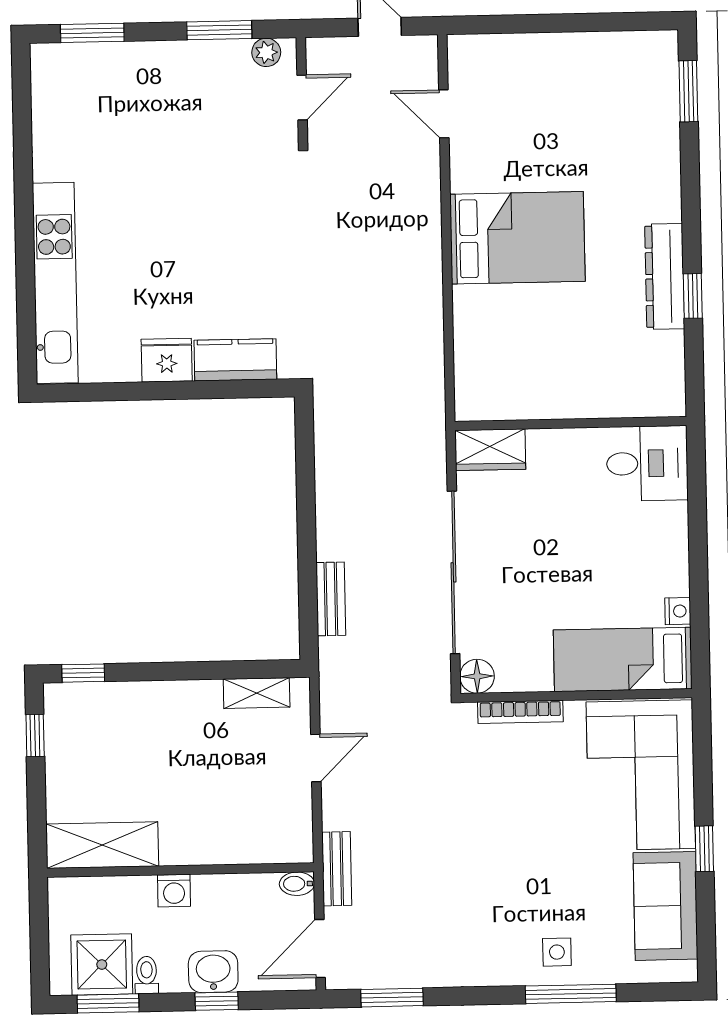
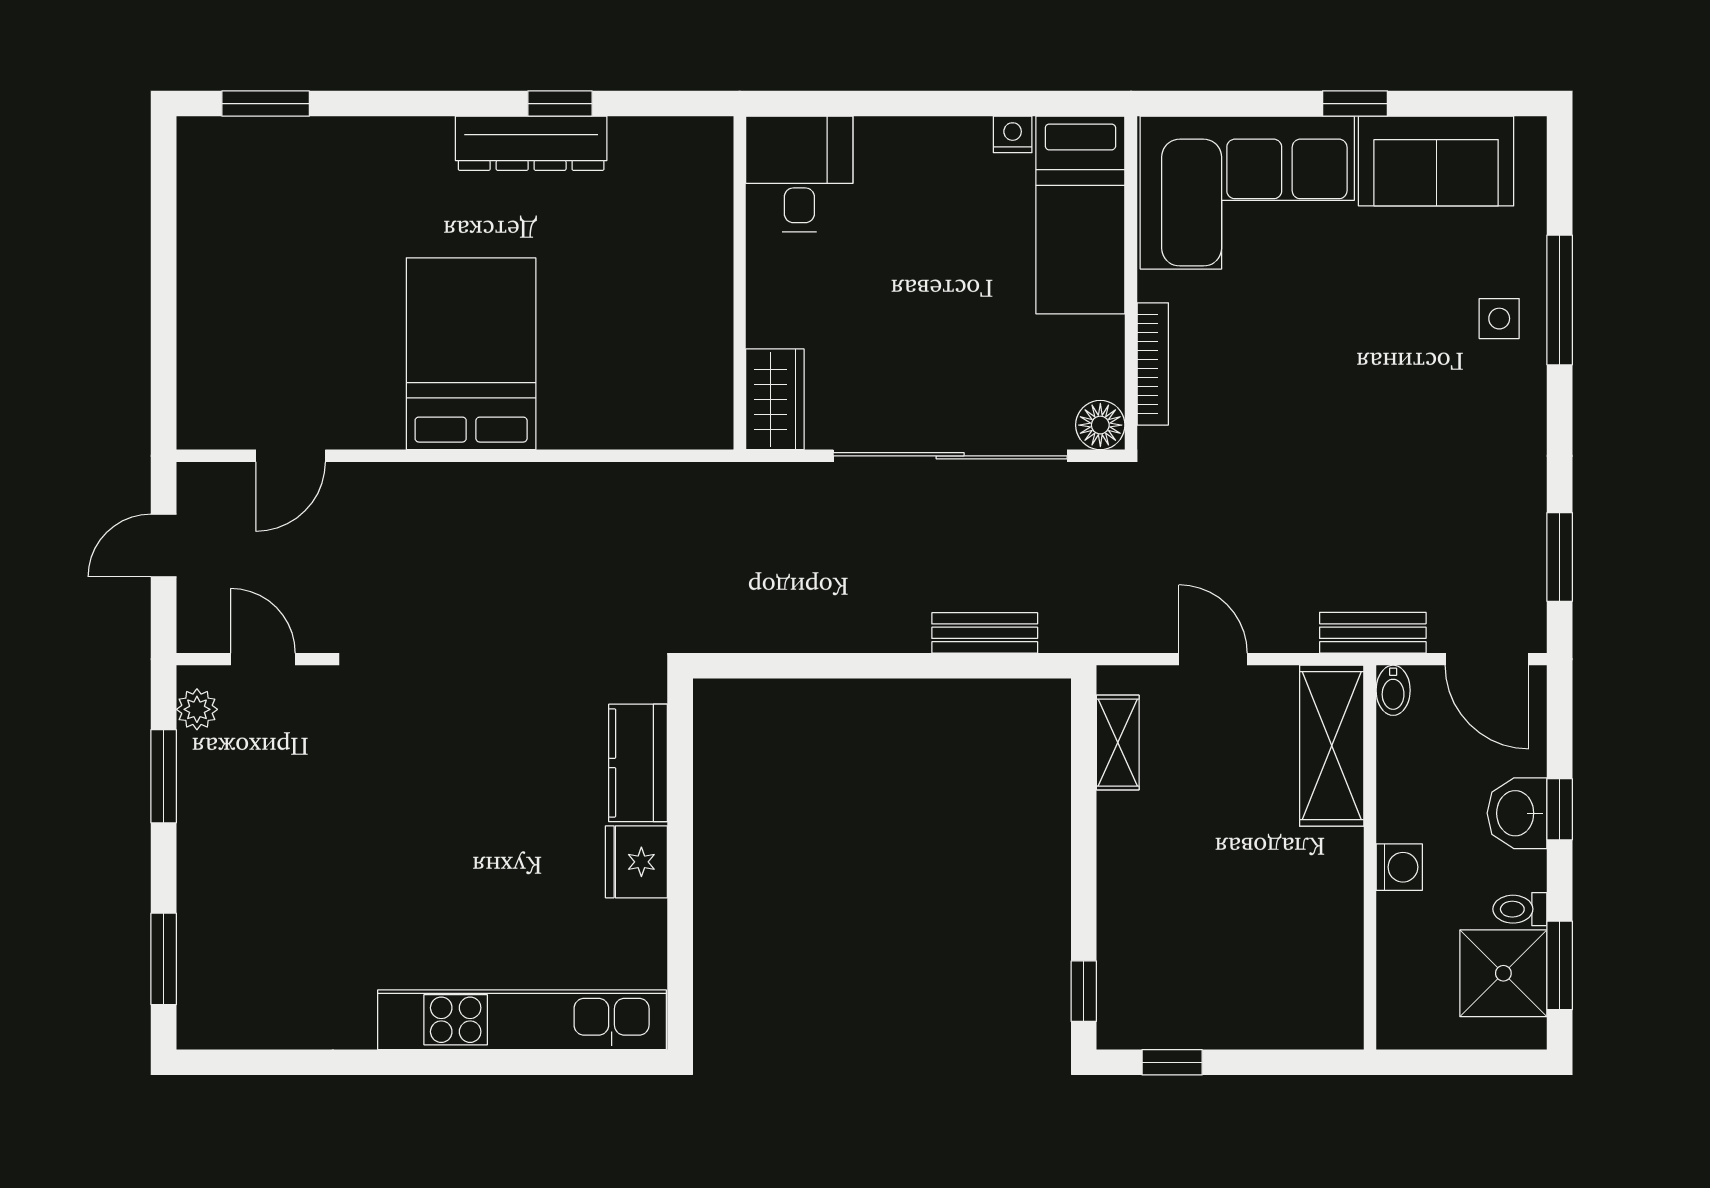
shelving: (102, 845) -> (1332, 746), moved

